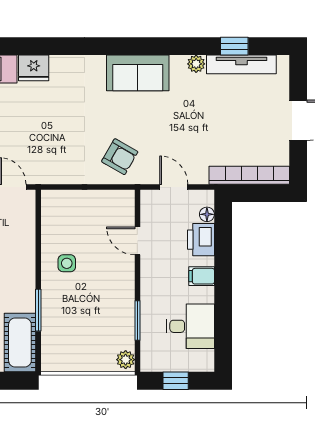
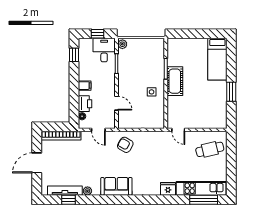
desk: (190, 326) -> (104, 50), moved, turned 90
window: (223, 338) -> (74, 55), added
cot: (20, 343) -> (175, 81), moved

